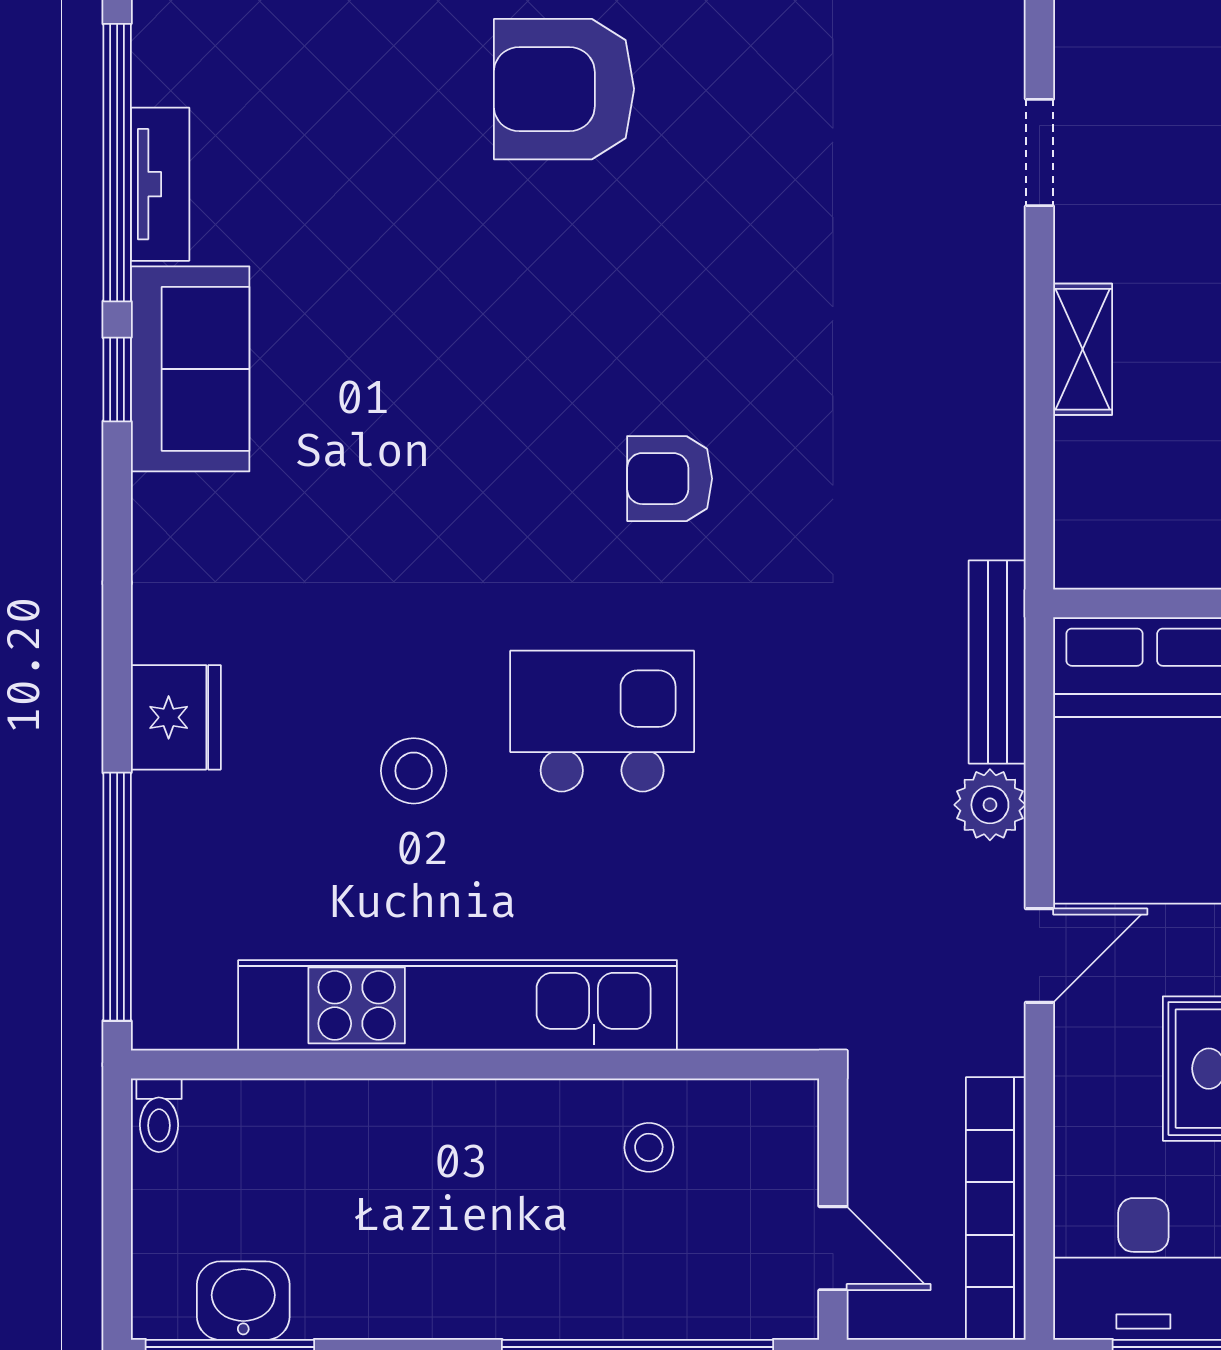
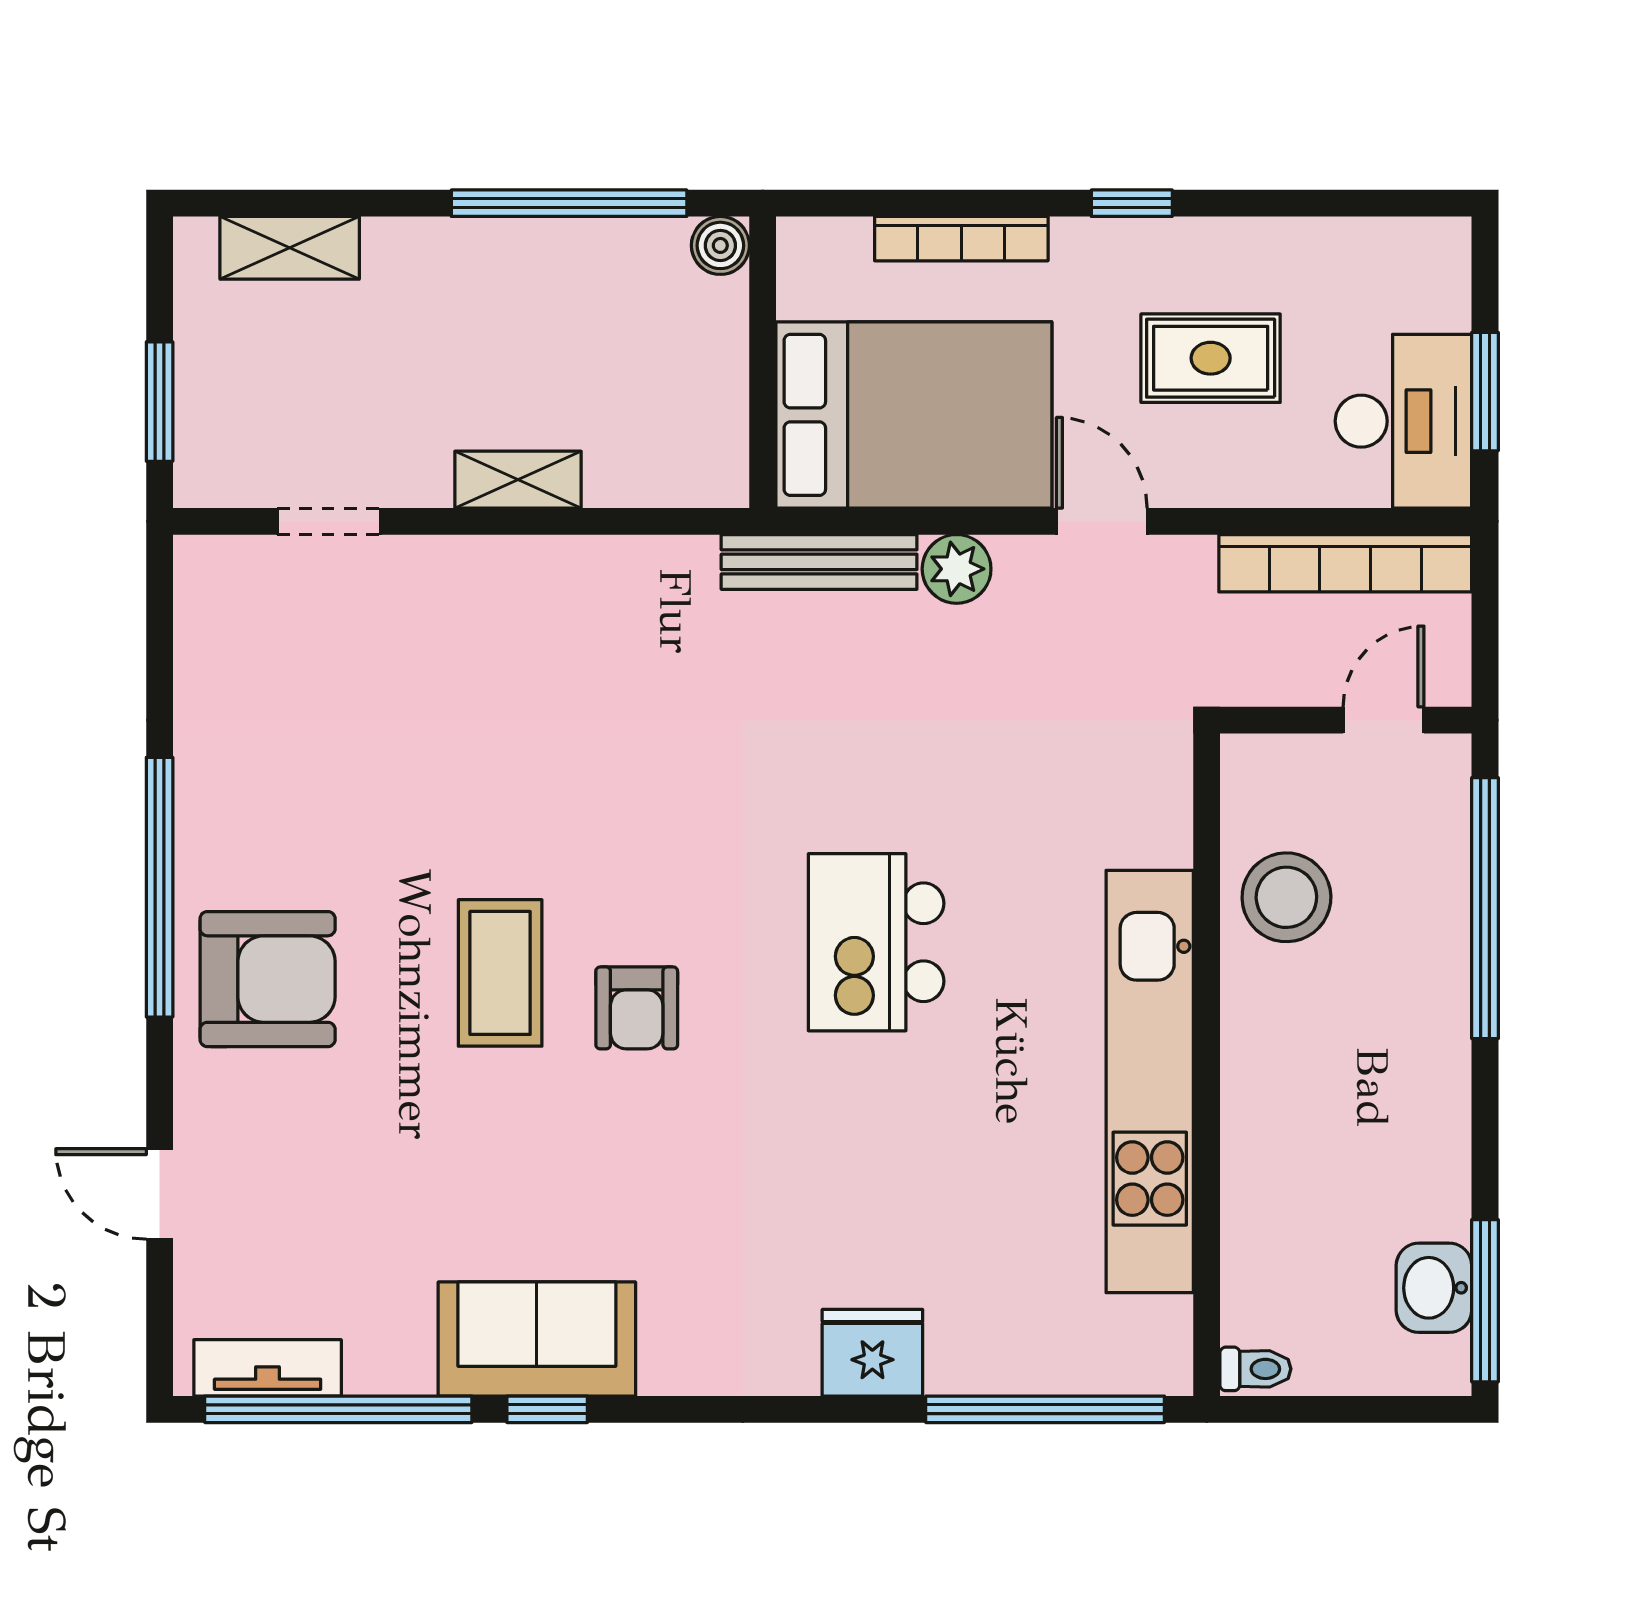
armchair: (564, 89) -> (268, 979), turned -90
tv unit: (160, 184) -> (268, 1368), moved
coffee table: (570, 331) -> (500, 973), added
armchair: (670, 479) -> (637, 1008), moved
stool: (414, 771) -> (924, 1124), removed
stool: (649, 1147) -> (1286, 897), width x1.89, depth x1.89

